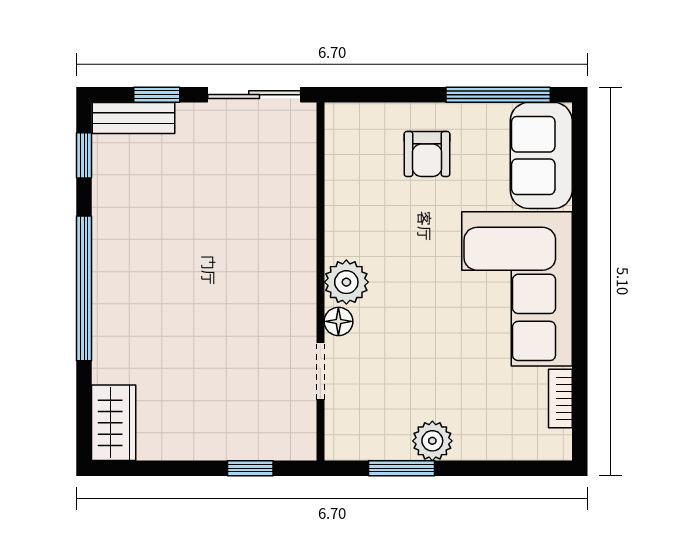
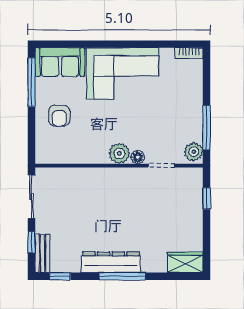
armchair: (427, 154) -> (59, 116), turned 90
dresser: (114, 264) -> (111, 262), added
window: (84, 288) -> (122, 276), width x0.68
bookcase: (560, 398) -> (189, 53), moved
plant: (432, 441) -> (194, 152), moved
window: (401, 468) -> (207, 128), width x1.44

